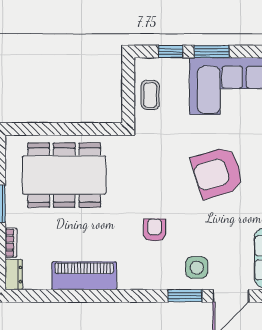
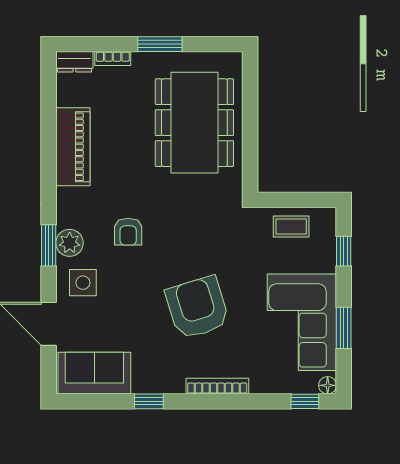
window: (212, 52) -> (344, 328), moved
armchair: (155, 230) -> (128, 232), turned 90
plant: (164, 279) -> (70, 243), added
window: (185, 296) -> (49, 245), moved

